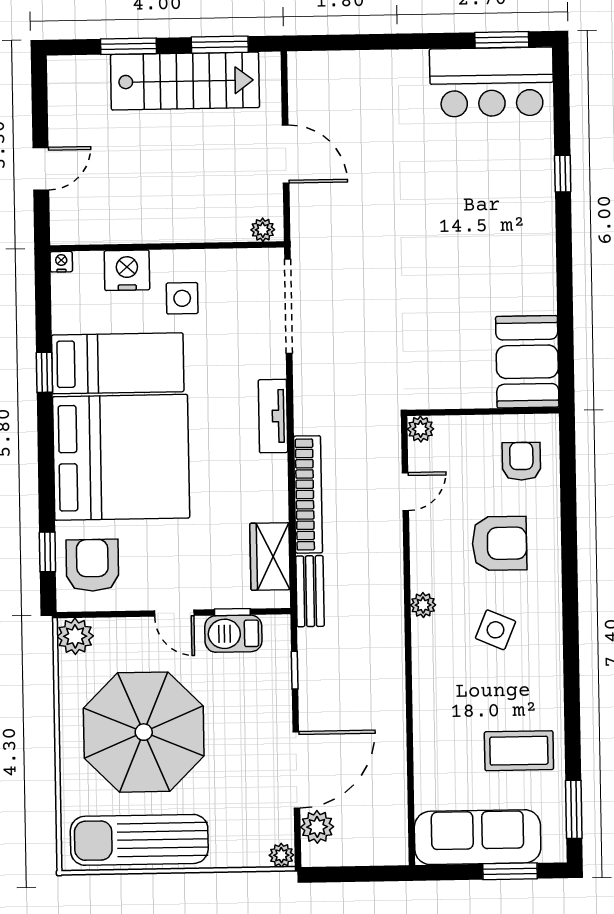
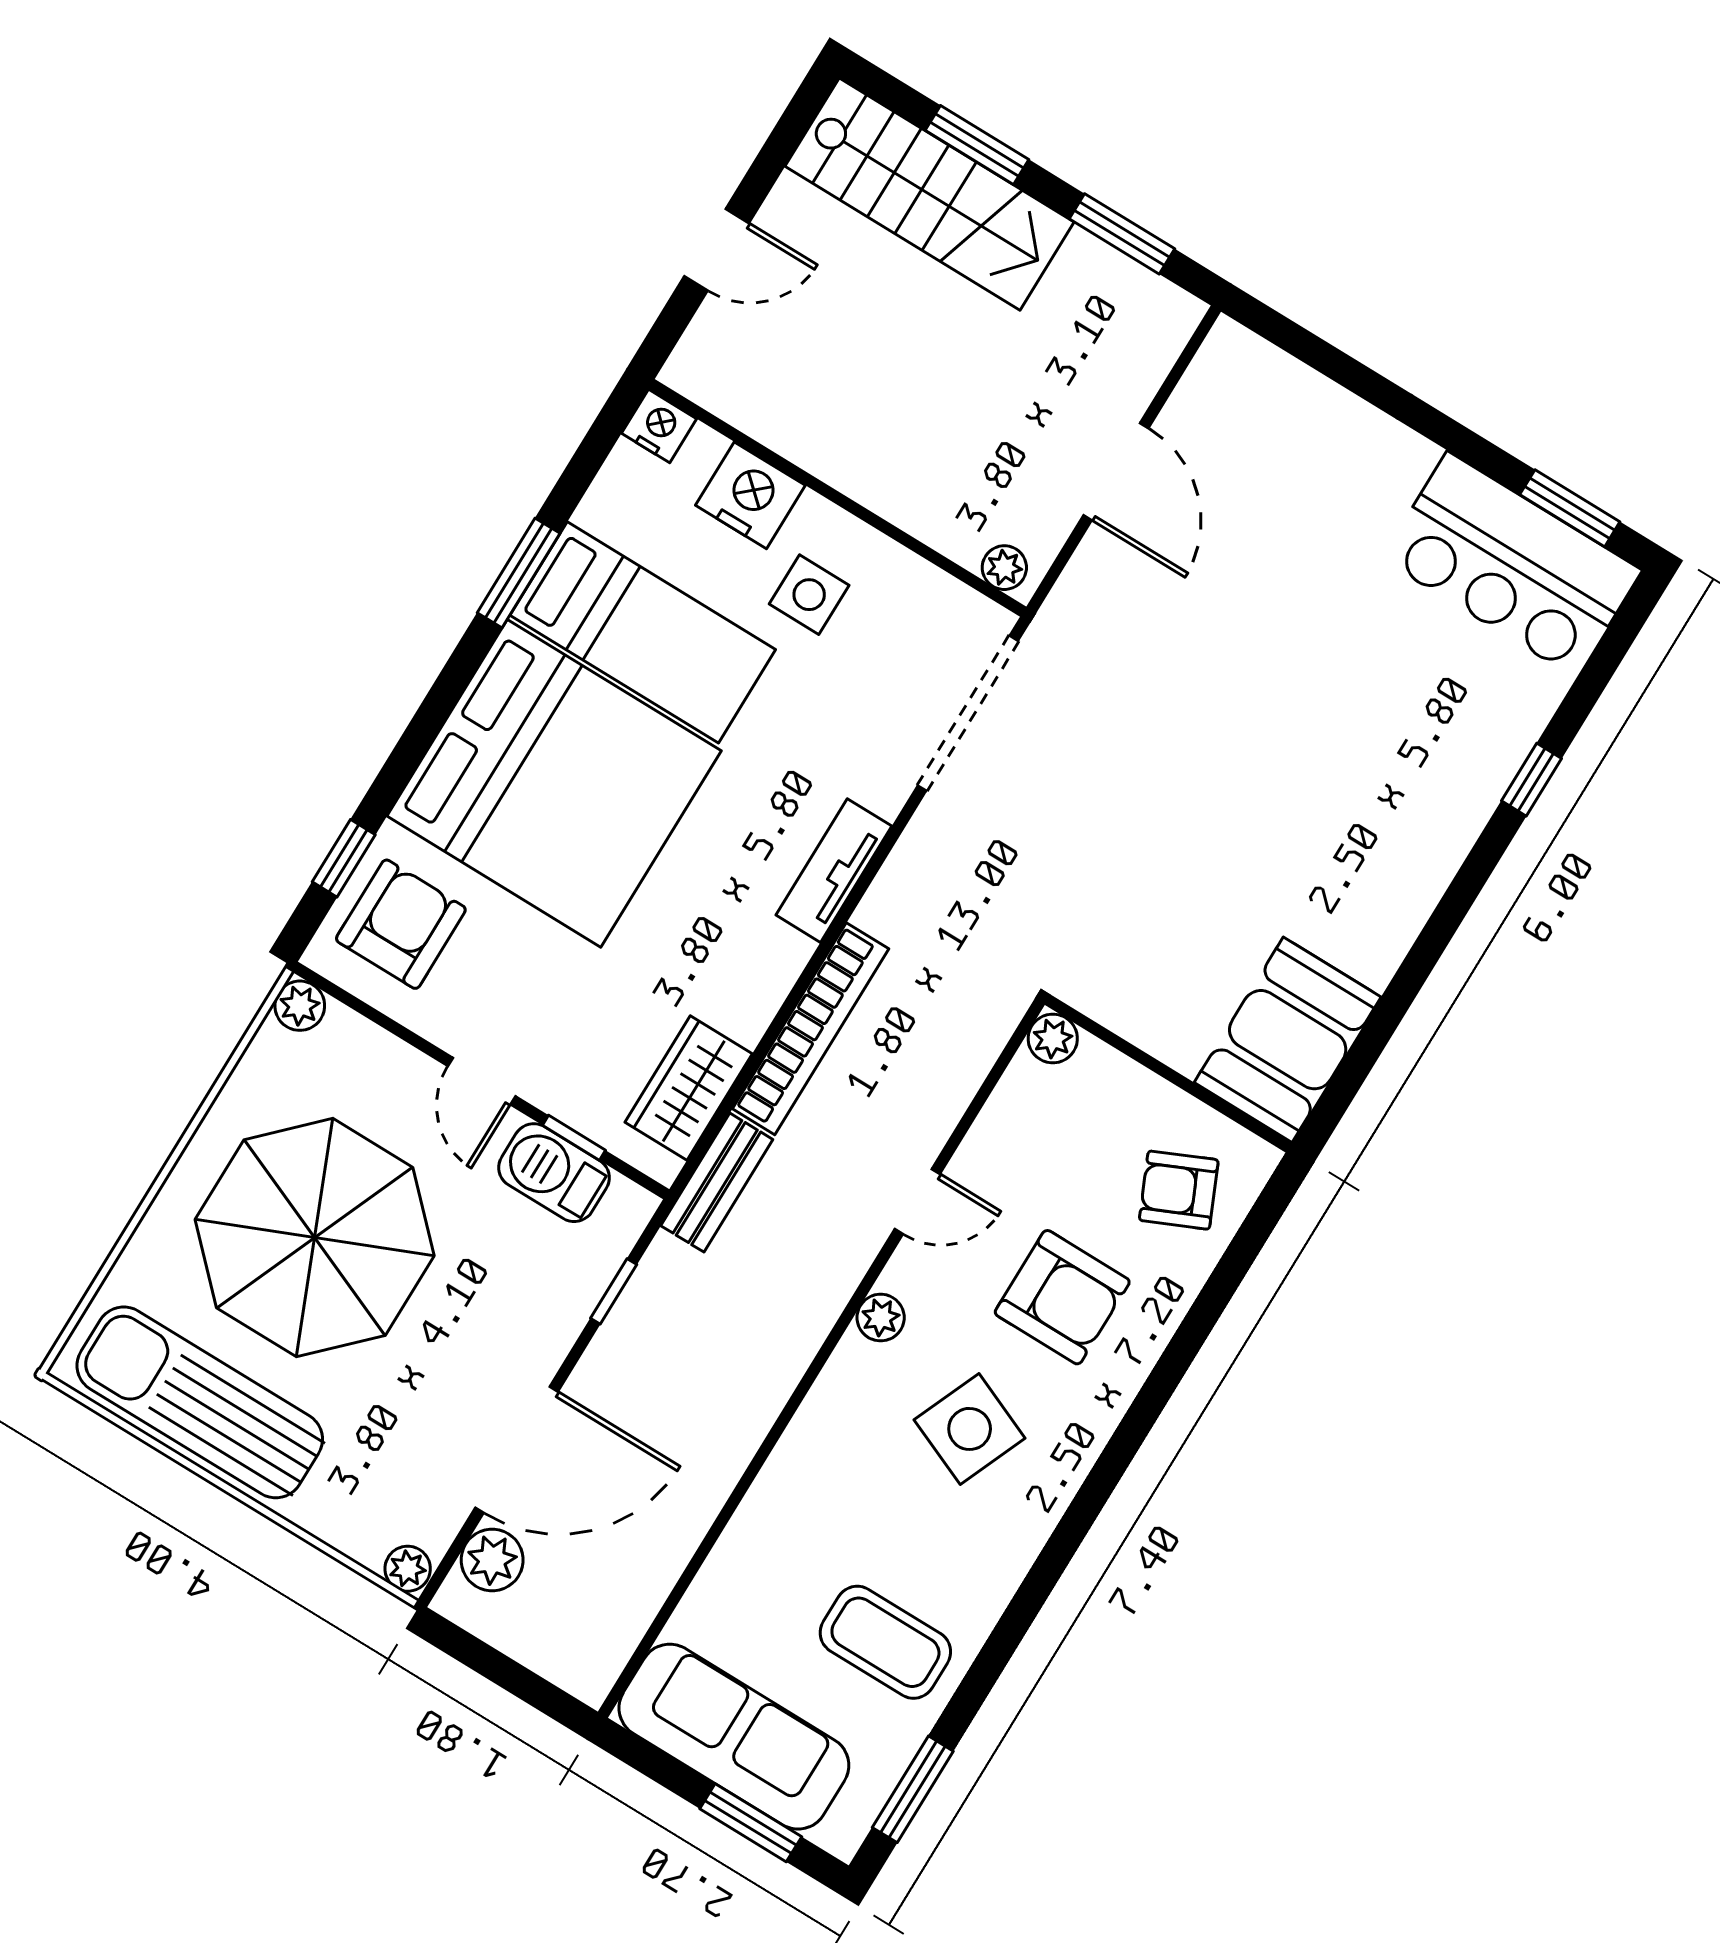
stairs: (185, 81) -> (930, 194), moved
nightstand: (61, 262) -> (659, 426), width x1.39, depth x1.35
window: (44, 372) -> (519, 573), width x1.50
armchair: (521, 461) -> (1179, 1190), turned -114
door: (405, 492) -> (917, 1201), moved
side table: (496, 630) -> (970, 1429), width x1.37, depth x1.37
plant: (75, 636) -> (300, 1006), width x0.73, depth x0.73

